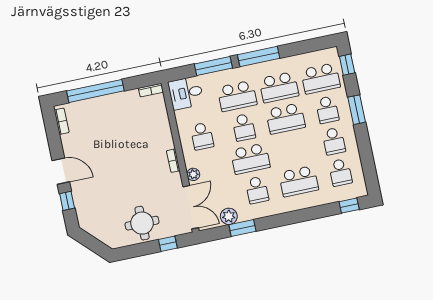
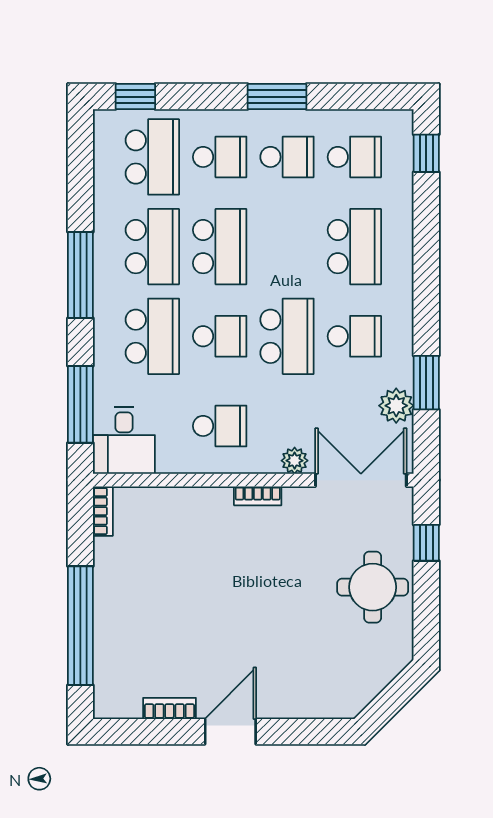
window: (213, 66) -> (80, 404), moved
window: (357, 110) -> (277, 97), moved
bookcase: (62, 121) -> (169, 708), moved
window: (67, 201) -> (295, 732), removed

